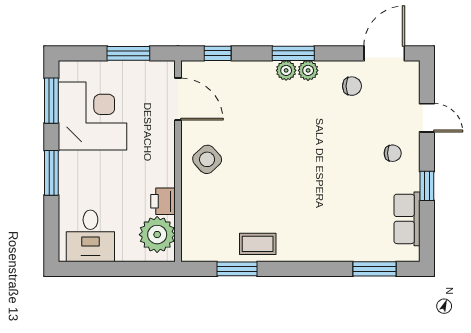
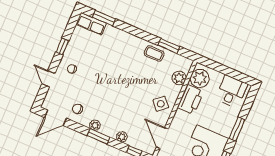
plant: (286, 70) -> (122, 137), moved
printer: (163, 201) -> (190, 100), width x1.87, depth x1.48
row of seats: (407, 219) -> (91, 24), moved, turned 90
plant: (194, 220) -> (179, 78), added

